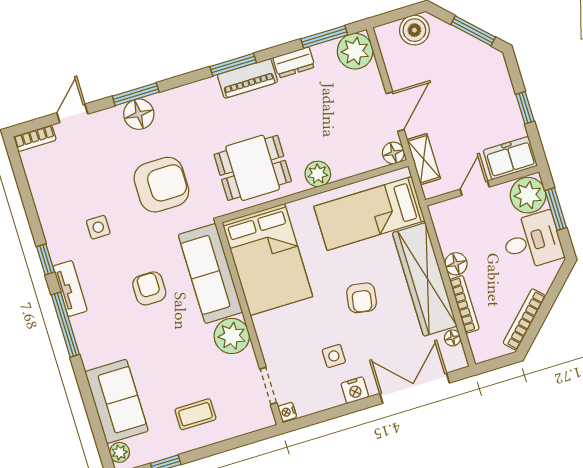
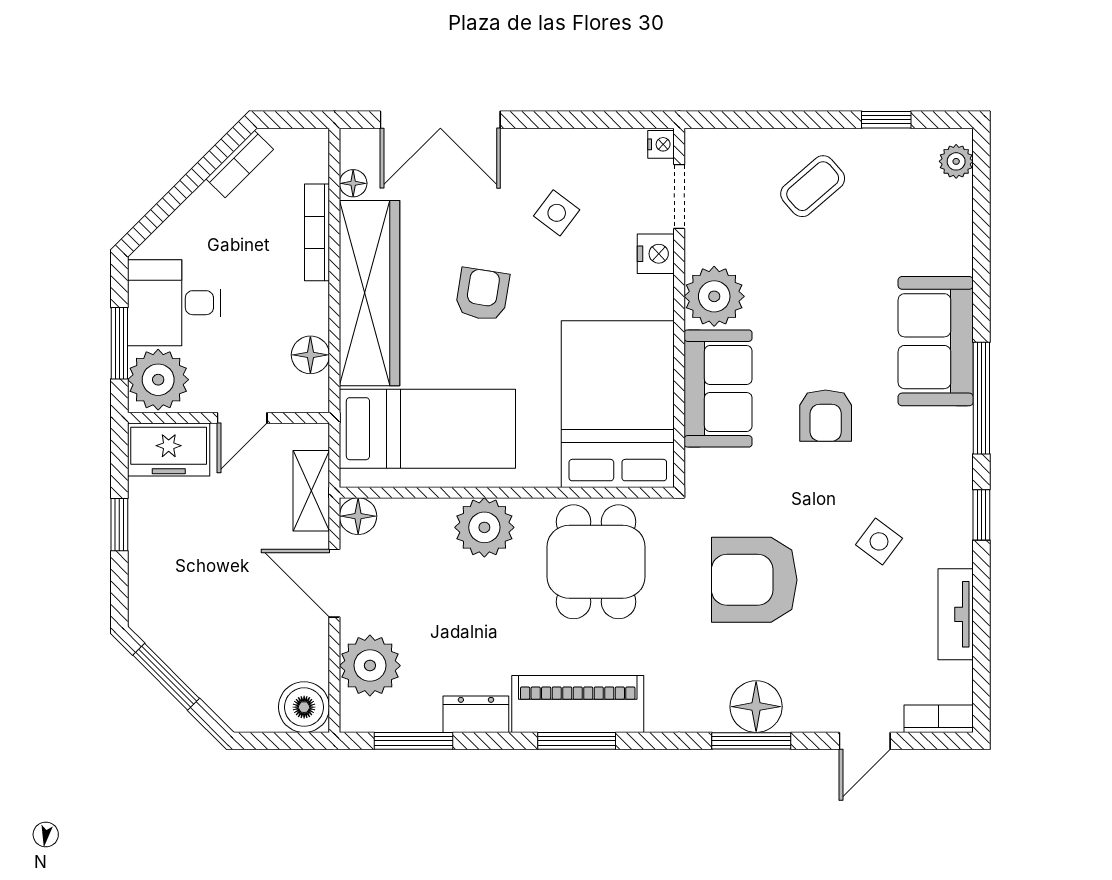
boiler: (414, 30) -> (304, 707), moved
plant: (355, 51) -> (370, 666), moved
piano: (247, 78) -> (578, 704), width x1.37, depth x1.33
door: (395, 112) -> (334, 583), hinge flipped
dining table: (253, 168) -> (596, 562), turned 90
plant: (318, 174) -> (484, 527), width x1.36, depth x1.36
side table: (98, 227) -> (879, 541), turned 37
floor lamp: (456, 264) -> (310, 355), moved
sofa: (210, 273) -> (718, 388), width x0.73
tv unit: (70, 288) -> (956, 614), moved
bookcase: (524, 319) -> (240, 164), width x0.64
side table: (334, 356) -> (557, 213), turned 37
nightstand: (355, 390) -> (656, 254), moved, turned 90
sofa: (117, 401) -> (936, 341), moved
coffee table: (195, 414) -> (813, 186), turned -41

